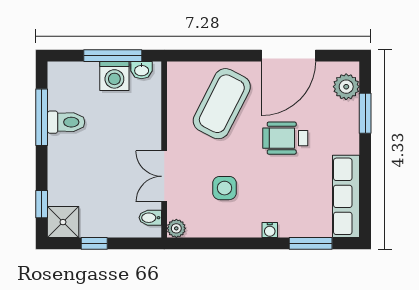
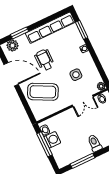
toilet: (66, 122) -> (95, 143), moved
wheelchair: (285, 138) -> (45, 60), turned 180
row of seats: (346, 196) -> (50, 28), width x1.36

